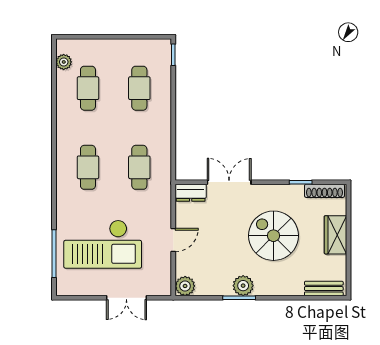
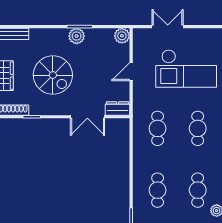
checkout: (103, 244) -> (186, 68), turned 180

